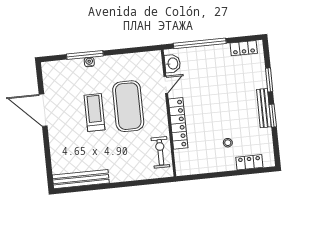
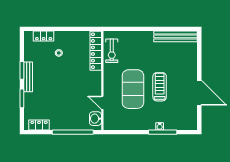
door: (166, 85) -> (102, 103), hinge flipped
treadmill: (94, 113) -> (160, 87), turned 180
locker: (178, 123) -> (96, 51), moved

